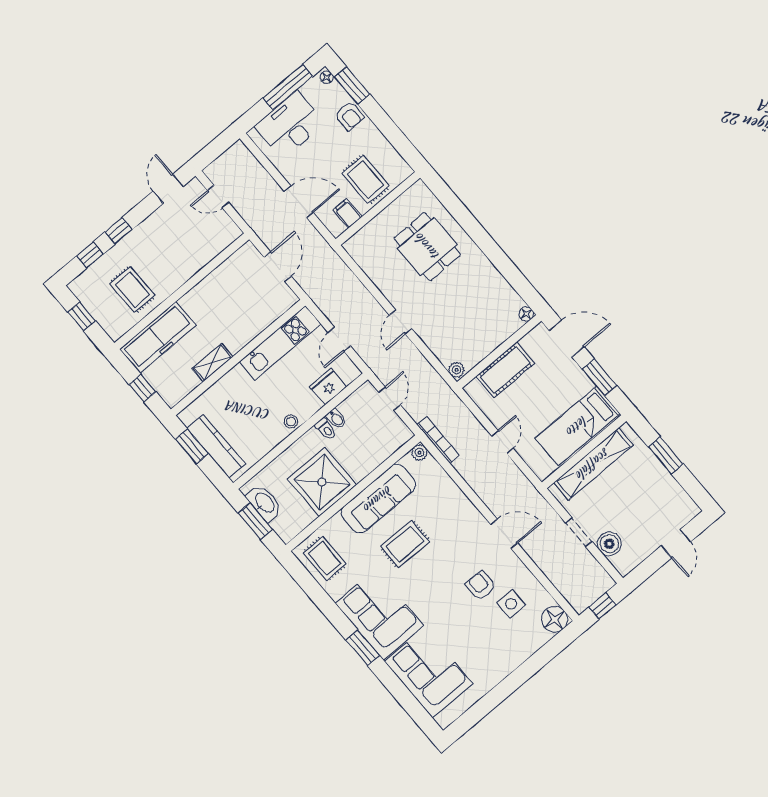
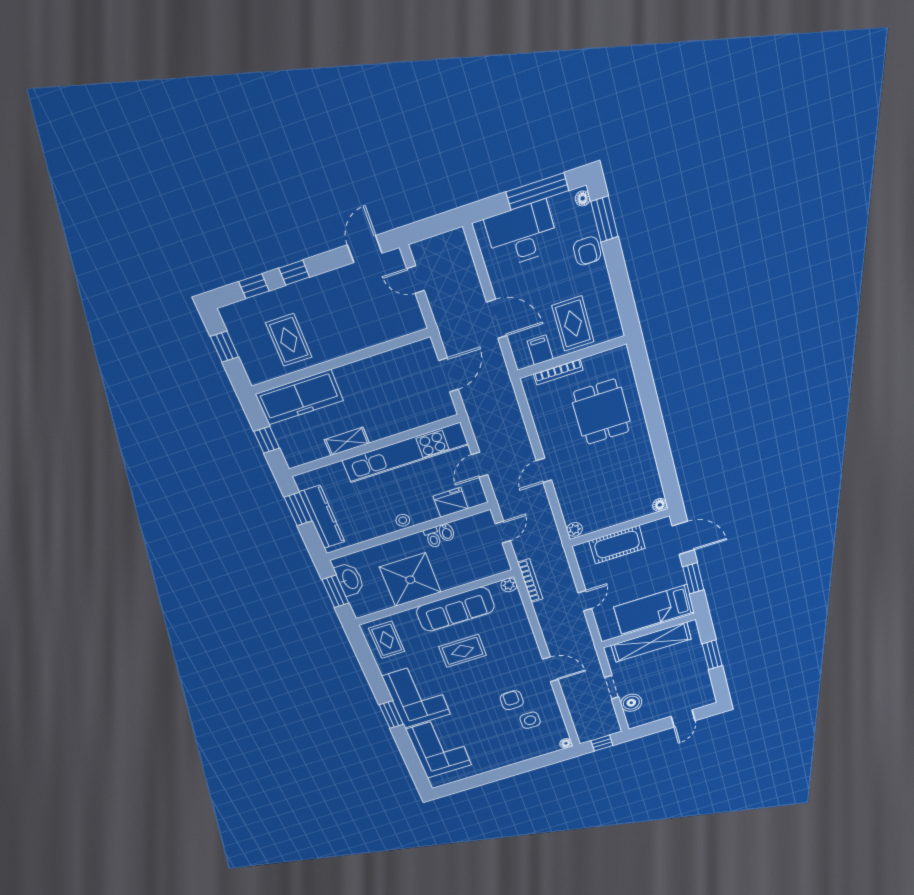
bookcase: (372, 226) -> (558, 372), added
kitchen unit: (280, 343) -> (405, 453), width x1.36
floor lamp: (555, 619) -> (566, 743), width x0.53, depth x0.53

